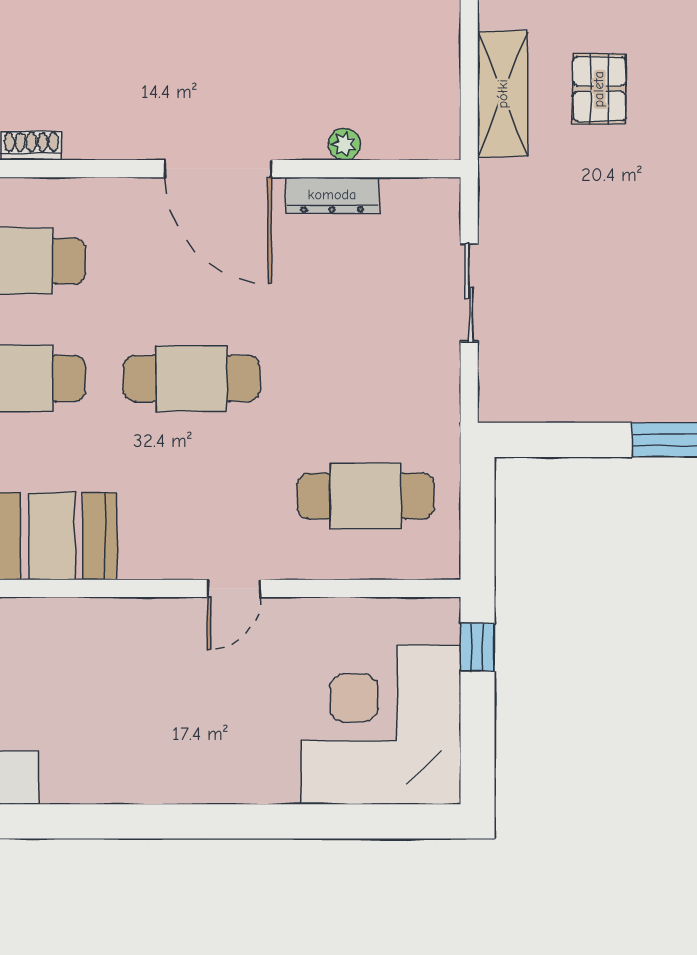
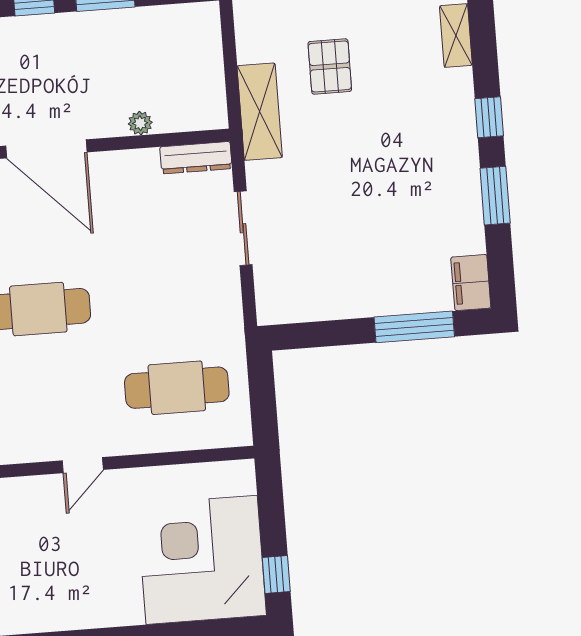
shelving: (503, 94) -> (260, 112), moved
dresser: (332, 195) -> (196, 158), moved
window: (478, 647) -> (276, 575), moved

